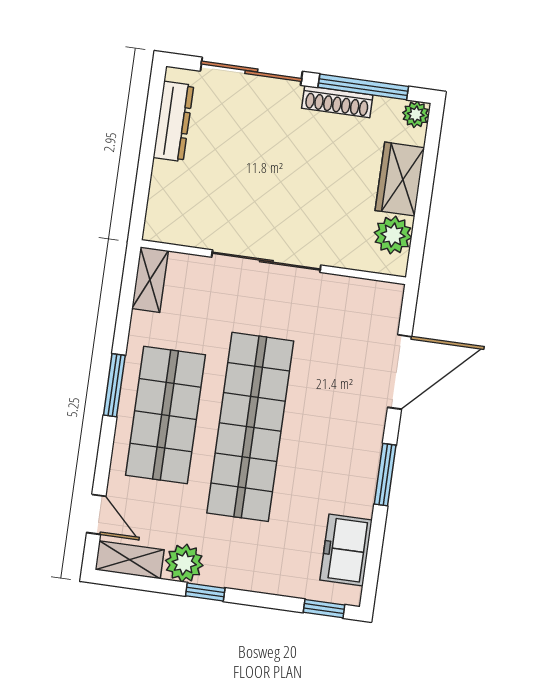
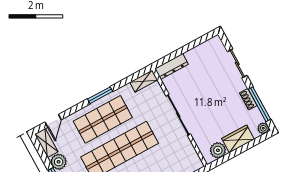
sliding door: (251, 71) -> (237, 64), width x0.73
shoe rack: (337, 102) -> (248, 99), width x0.70
dresser: (173, 121) -> (171, 66), moved

